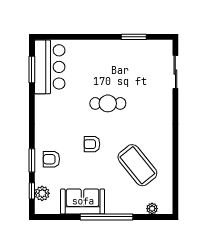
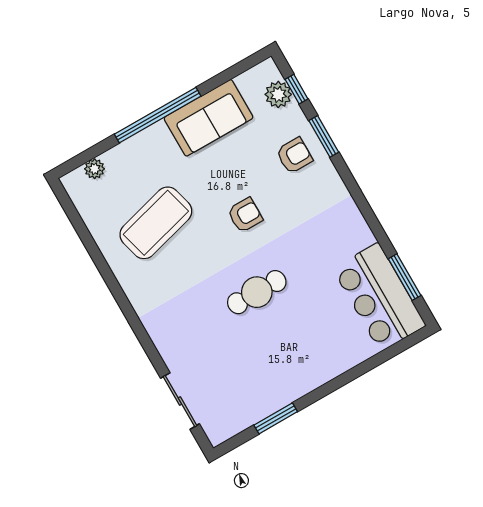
coffee table: (137, 165) -> (156, 223), turned -66

